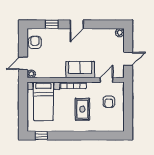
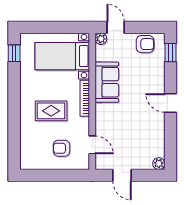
window: (52, 24) -> (170, 53), moved
sofa: (80, 70) -> (107, 82), moved

